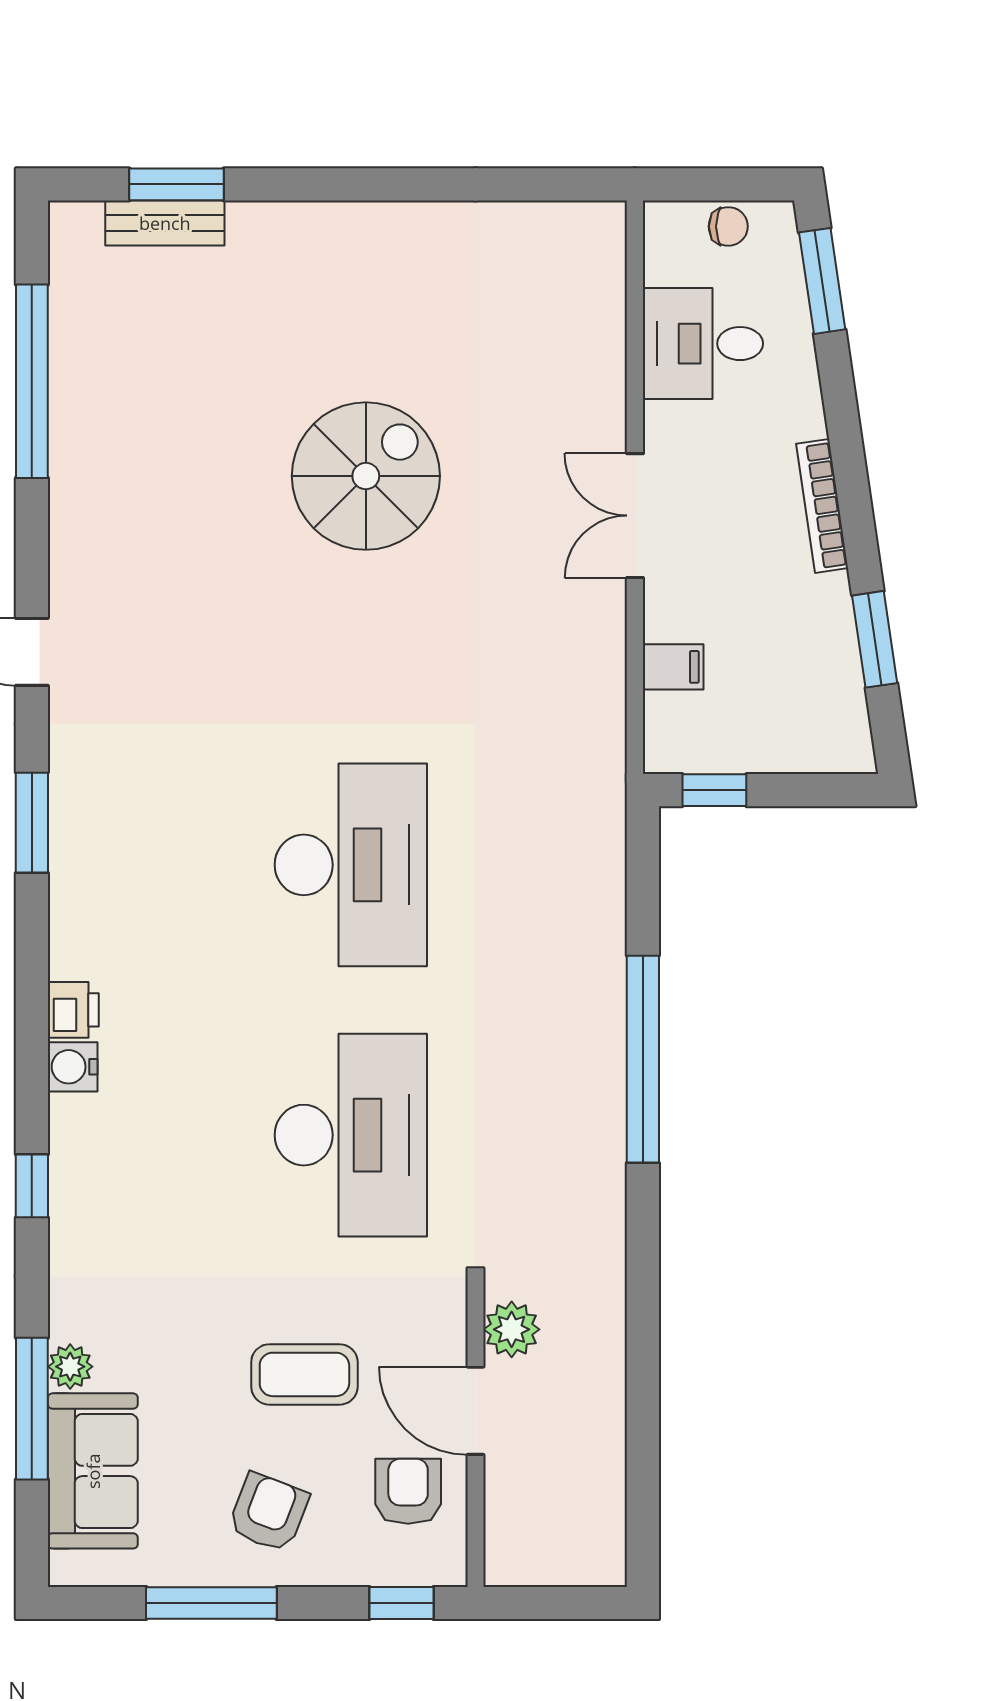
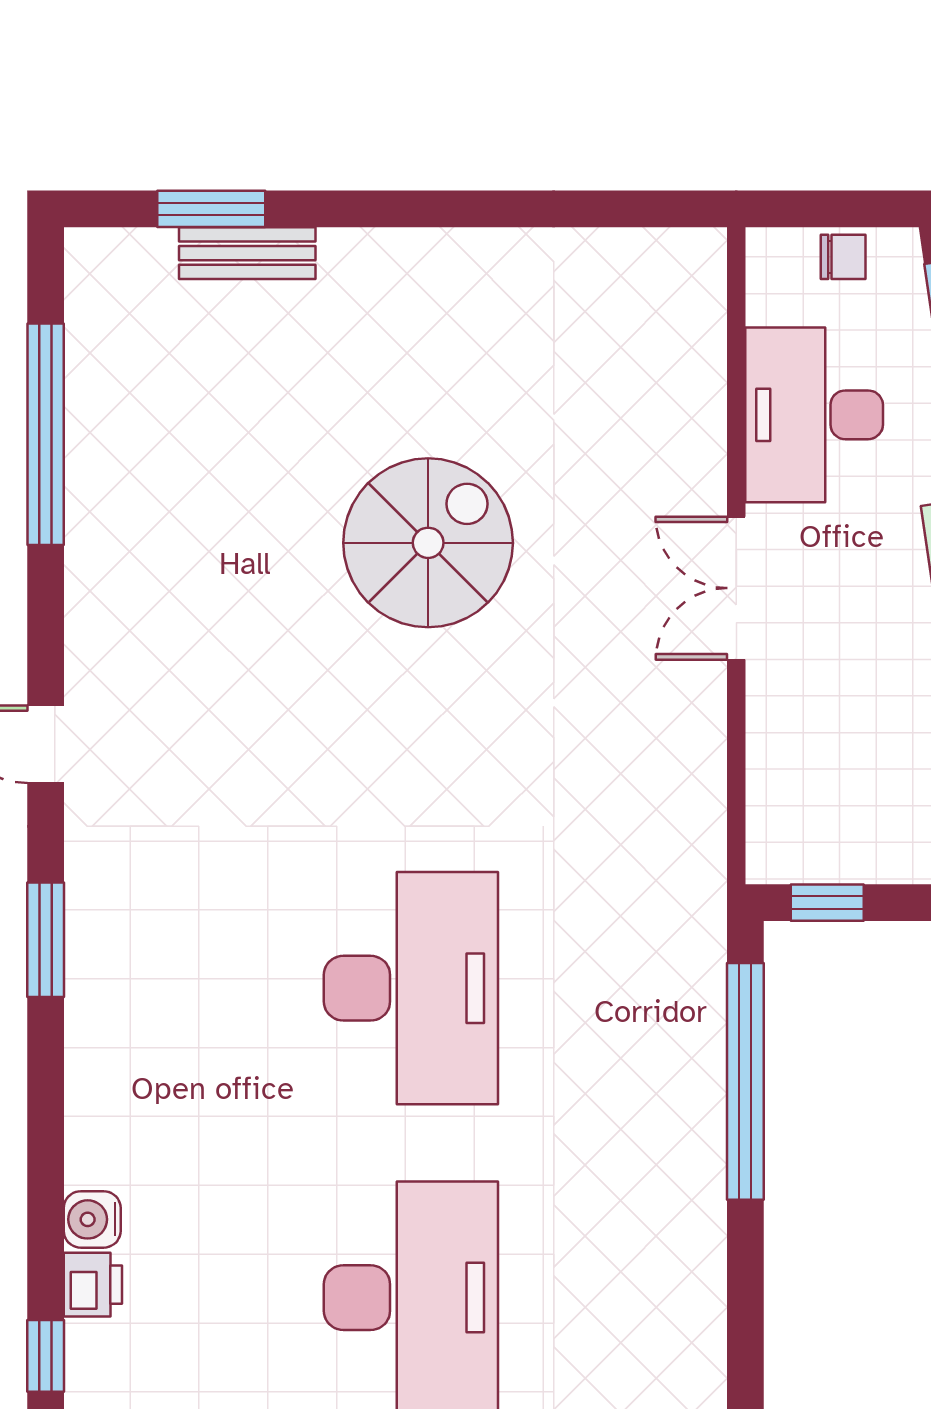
bench: (165, 223) -> (247, 253), moved
desk: (703, 344) -> (814, 415), width x1.37
filing cabinet: (673, 667) -> (780, 761), removed
printer: (73, 1010) -> (93, 1285), moved
window: (643, 1059) -> (745, 1081), moved

